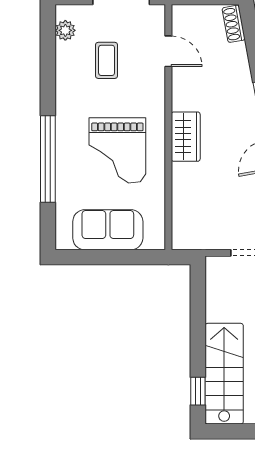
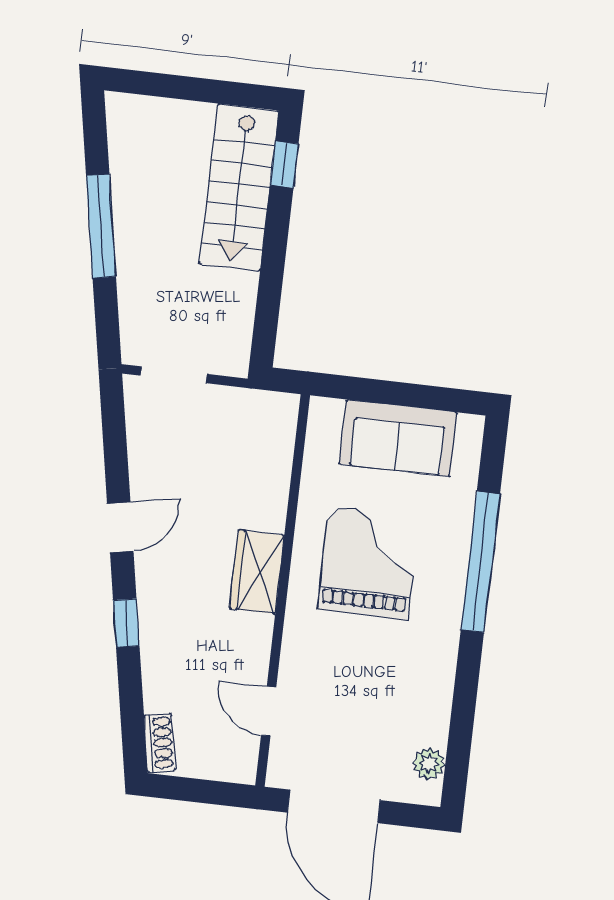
coffee table: (107, 60) -> (369, 708), removed

